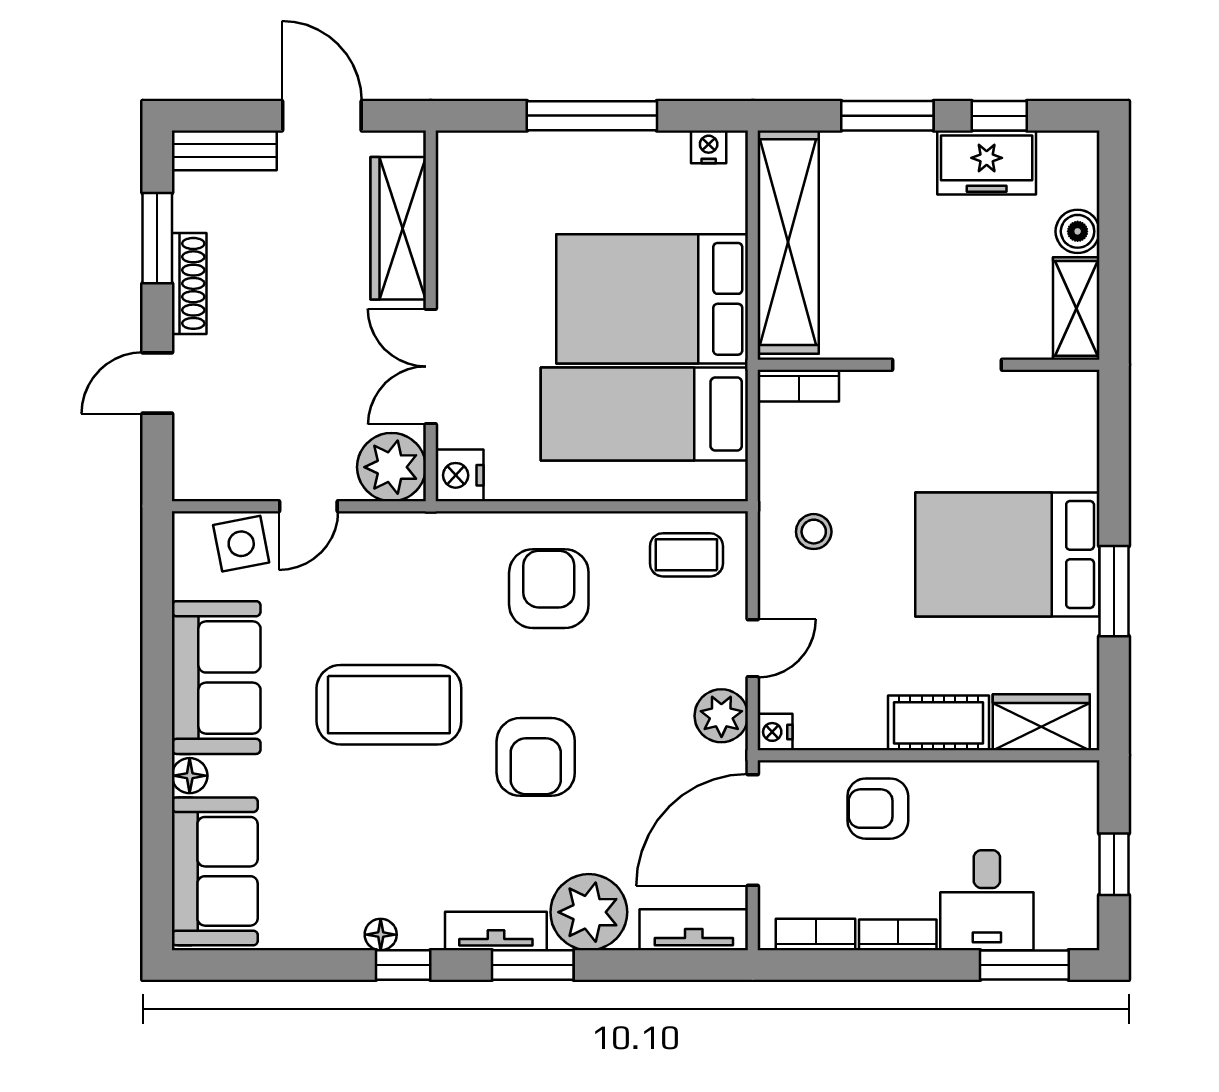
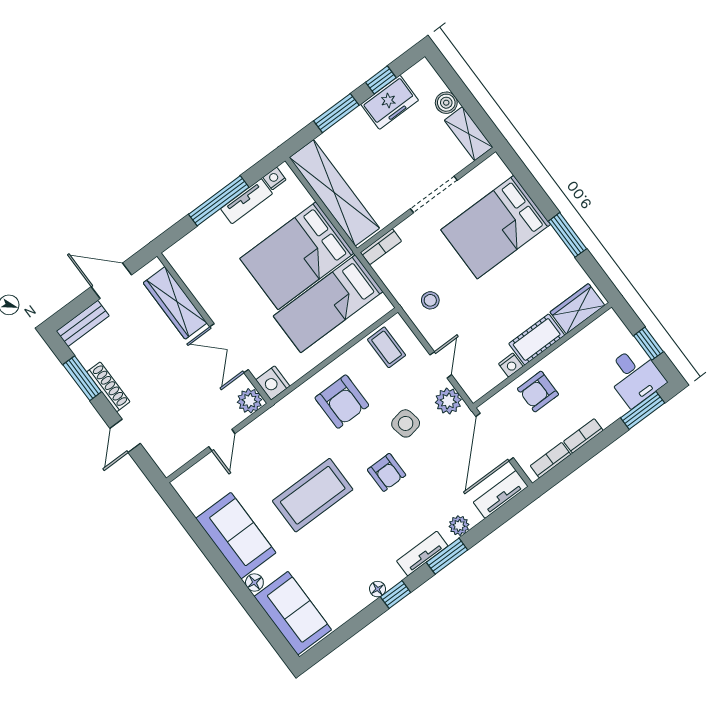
tv unit: (636, 150) -> (247, 201), added
plant: (392, 467) -> (250, 401), width x0.73, depth x0.73
side table: (241, 544) -> (406, 423), moved
coffee table: (686, 555) -> (387, 347), turned 90
bed: (1007, 555) -> (496, 227), moved
armchair: (549, 589) -> (342, 402), turned 180
nightstand: (775, 732) -> (511, 365), moved, turned -90
armchair: (536, 757) -> (387, 472), width x0.72, depth x0.72
desk: (987, 900) -> (635, 376), moved
plant: (589, 912) -> (459, 526), width x0.53, depth x0.53

